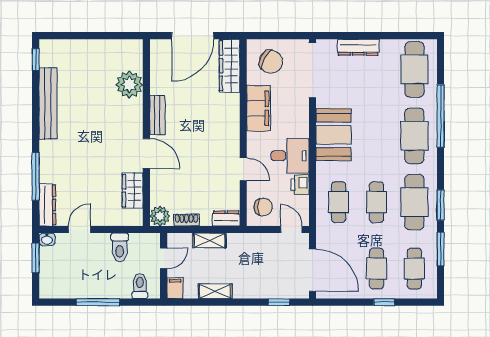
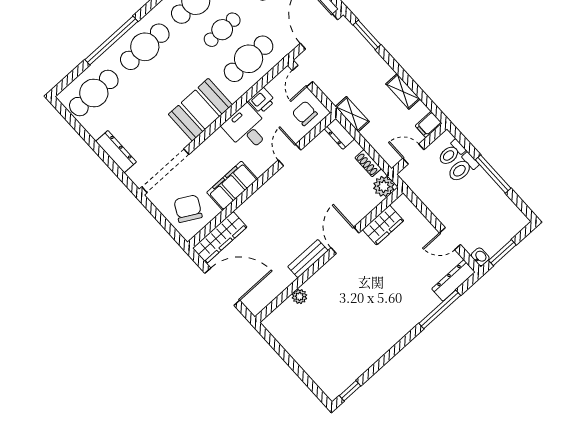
plant: (129, 85) -> (300, 296), width x0.53, depth x0.53
bench: (48, 103) -> (375, 351), removed
cafe table: (339, 202) -> (249, 59), width x1.37, depth x1.35
shelving: (209, 240) -> (352, 114), moved
toilet: (120, 247) -> (462, 168), moved, turned 180
window: (279, 302) -> (367, 35), width x1.50

